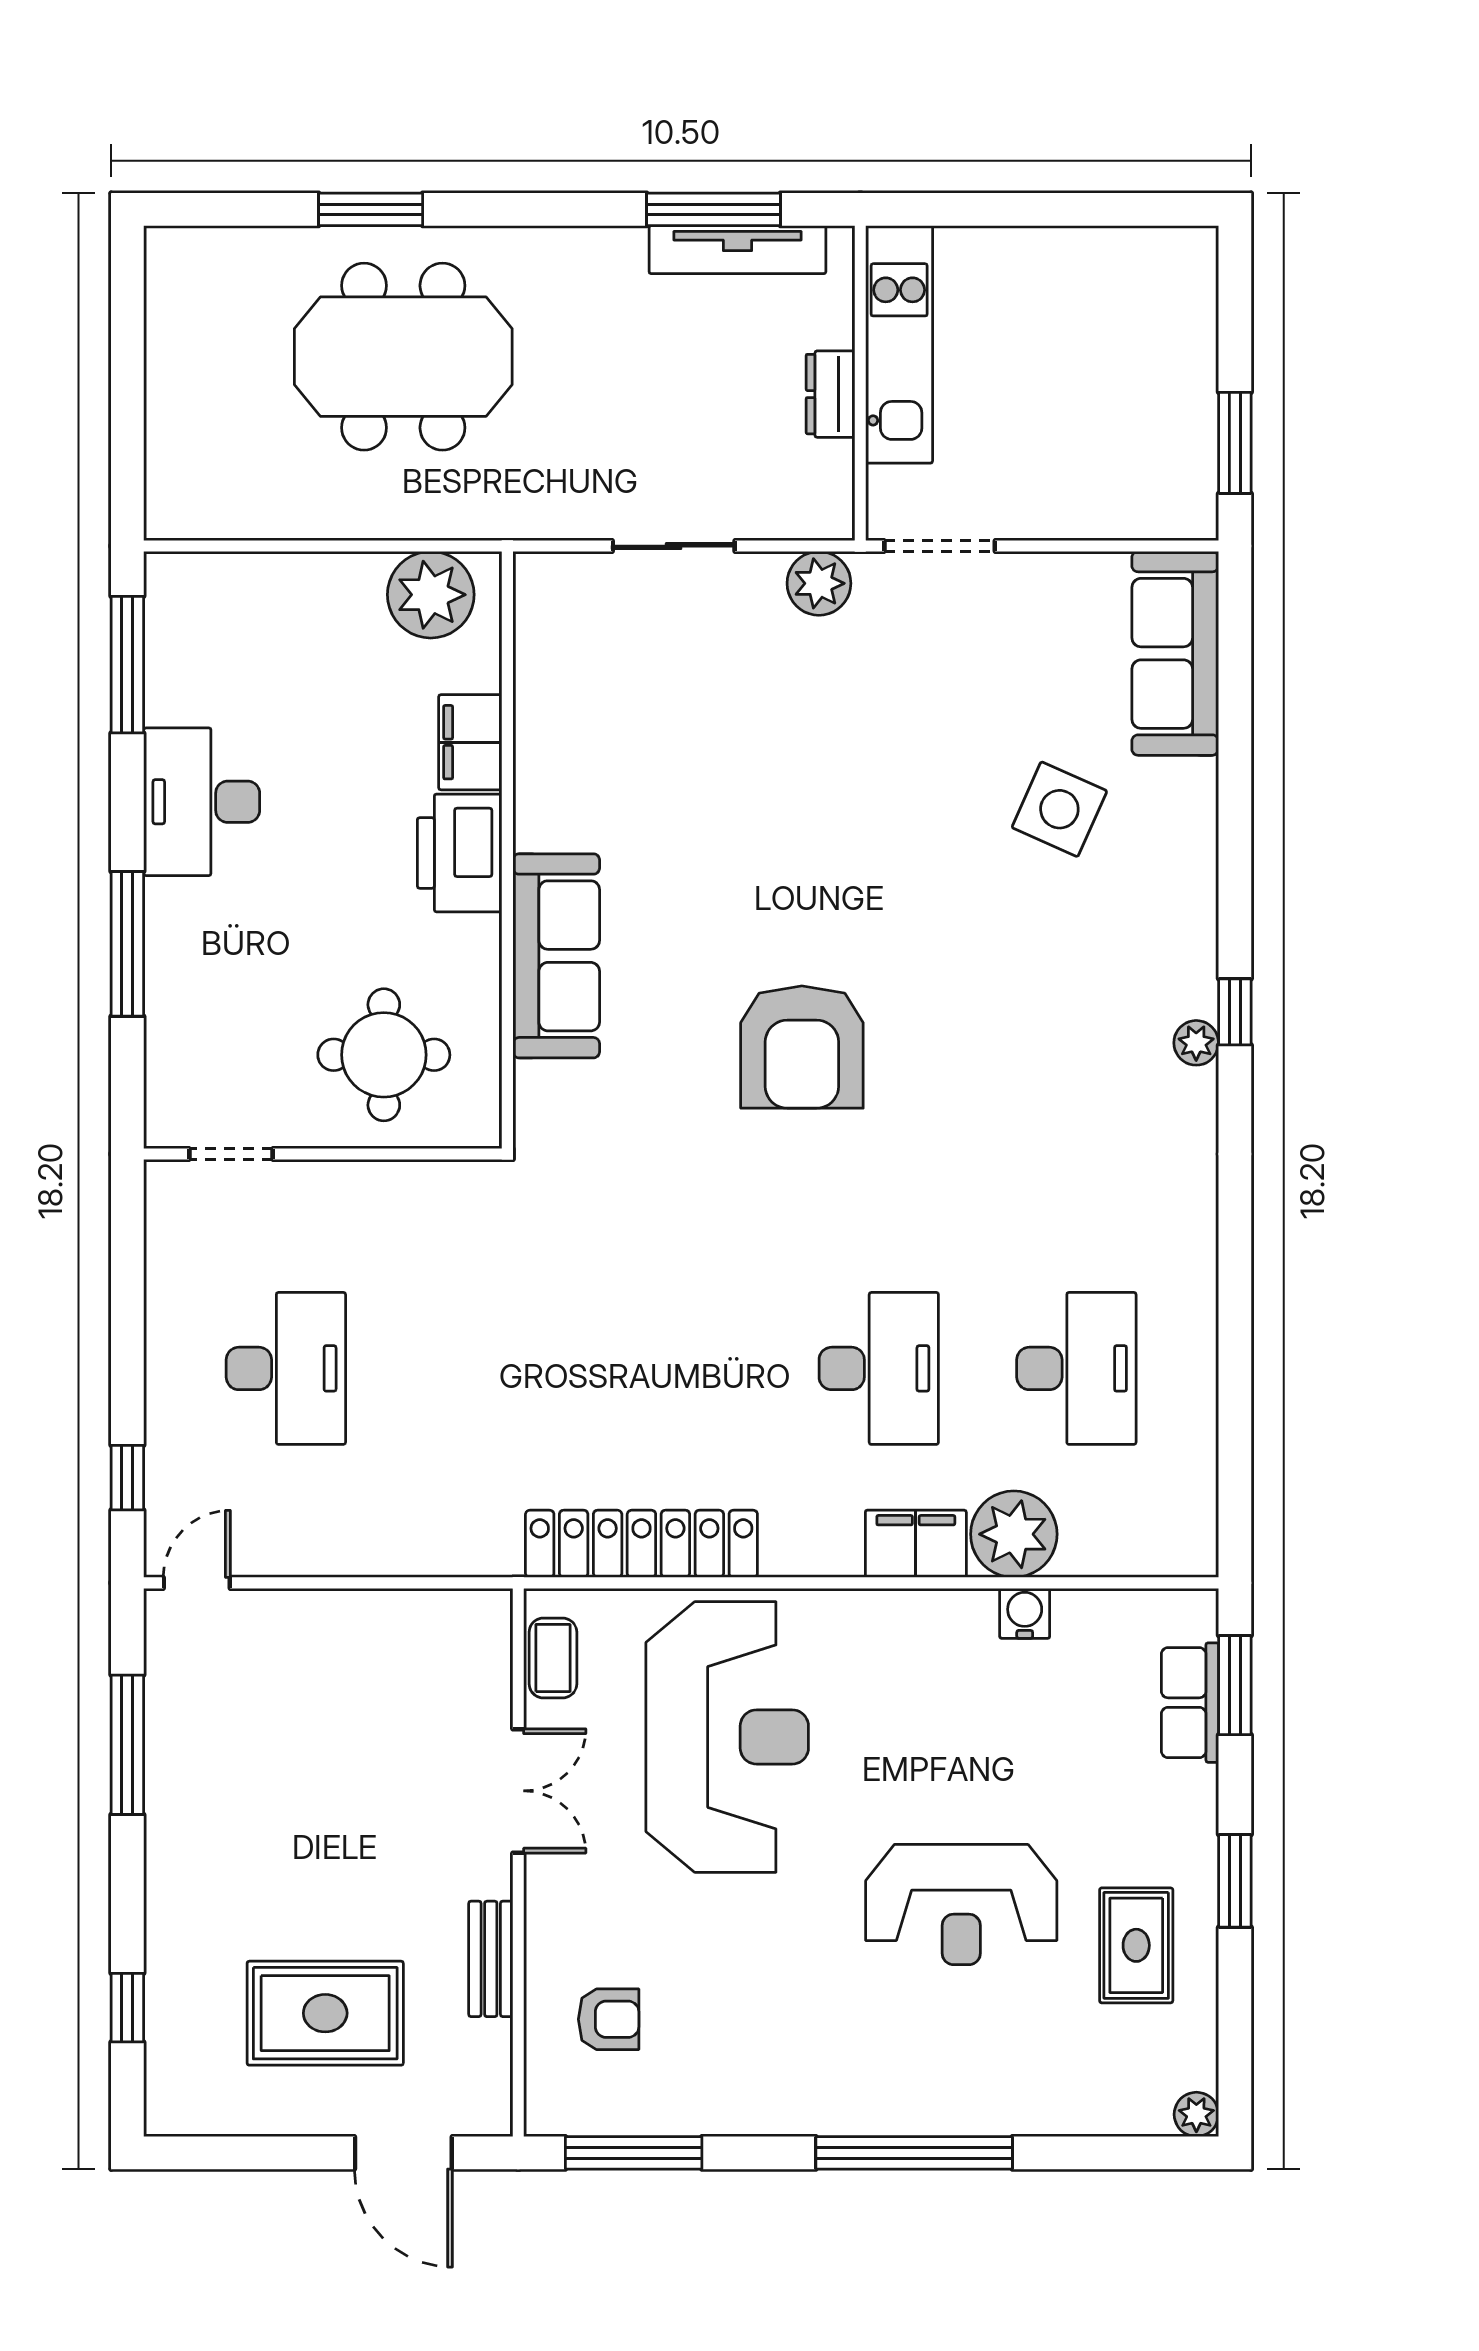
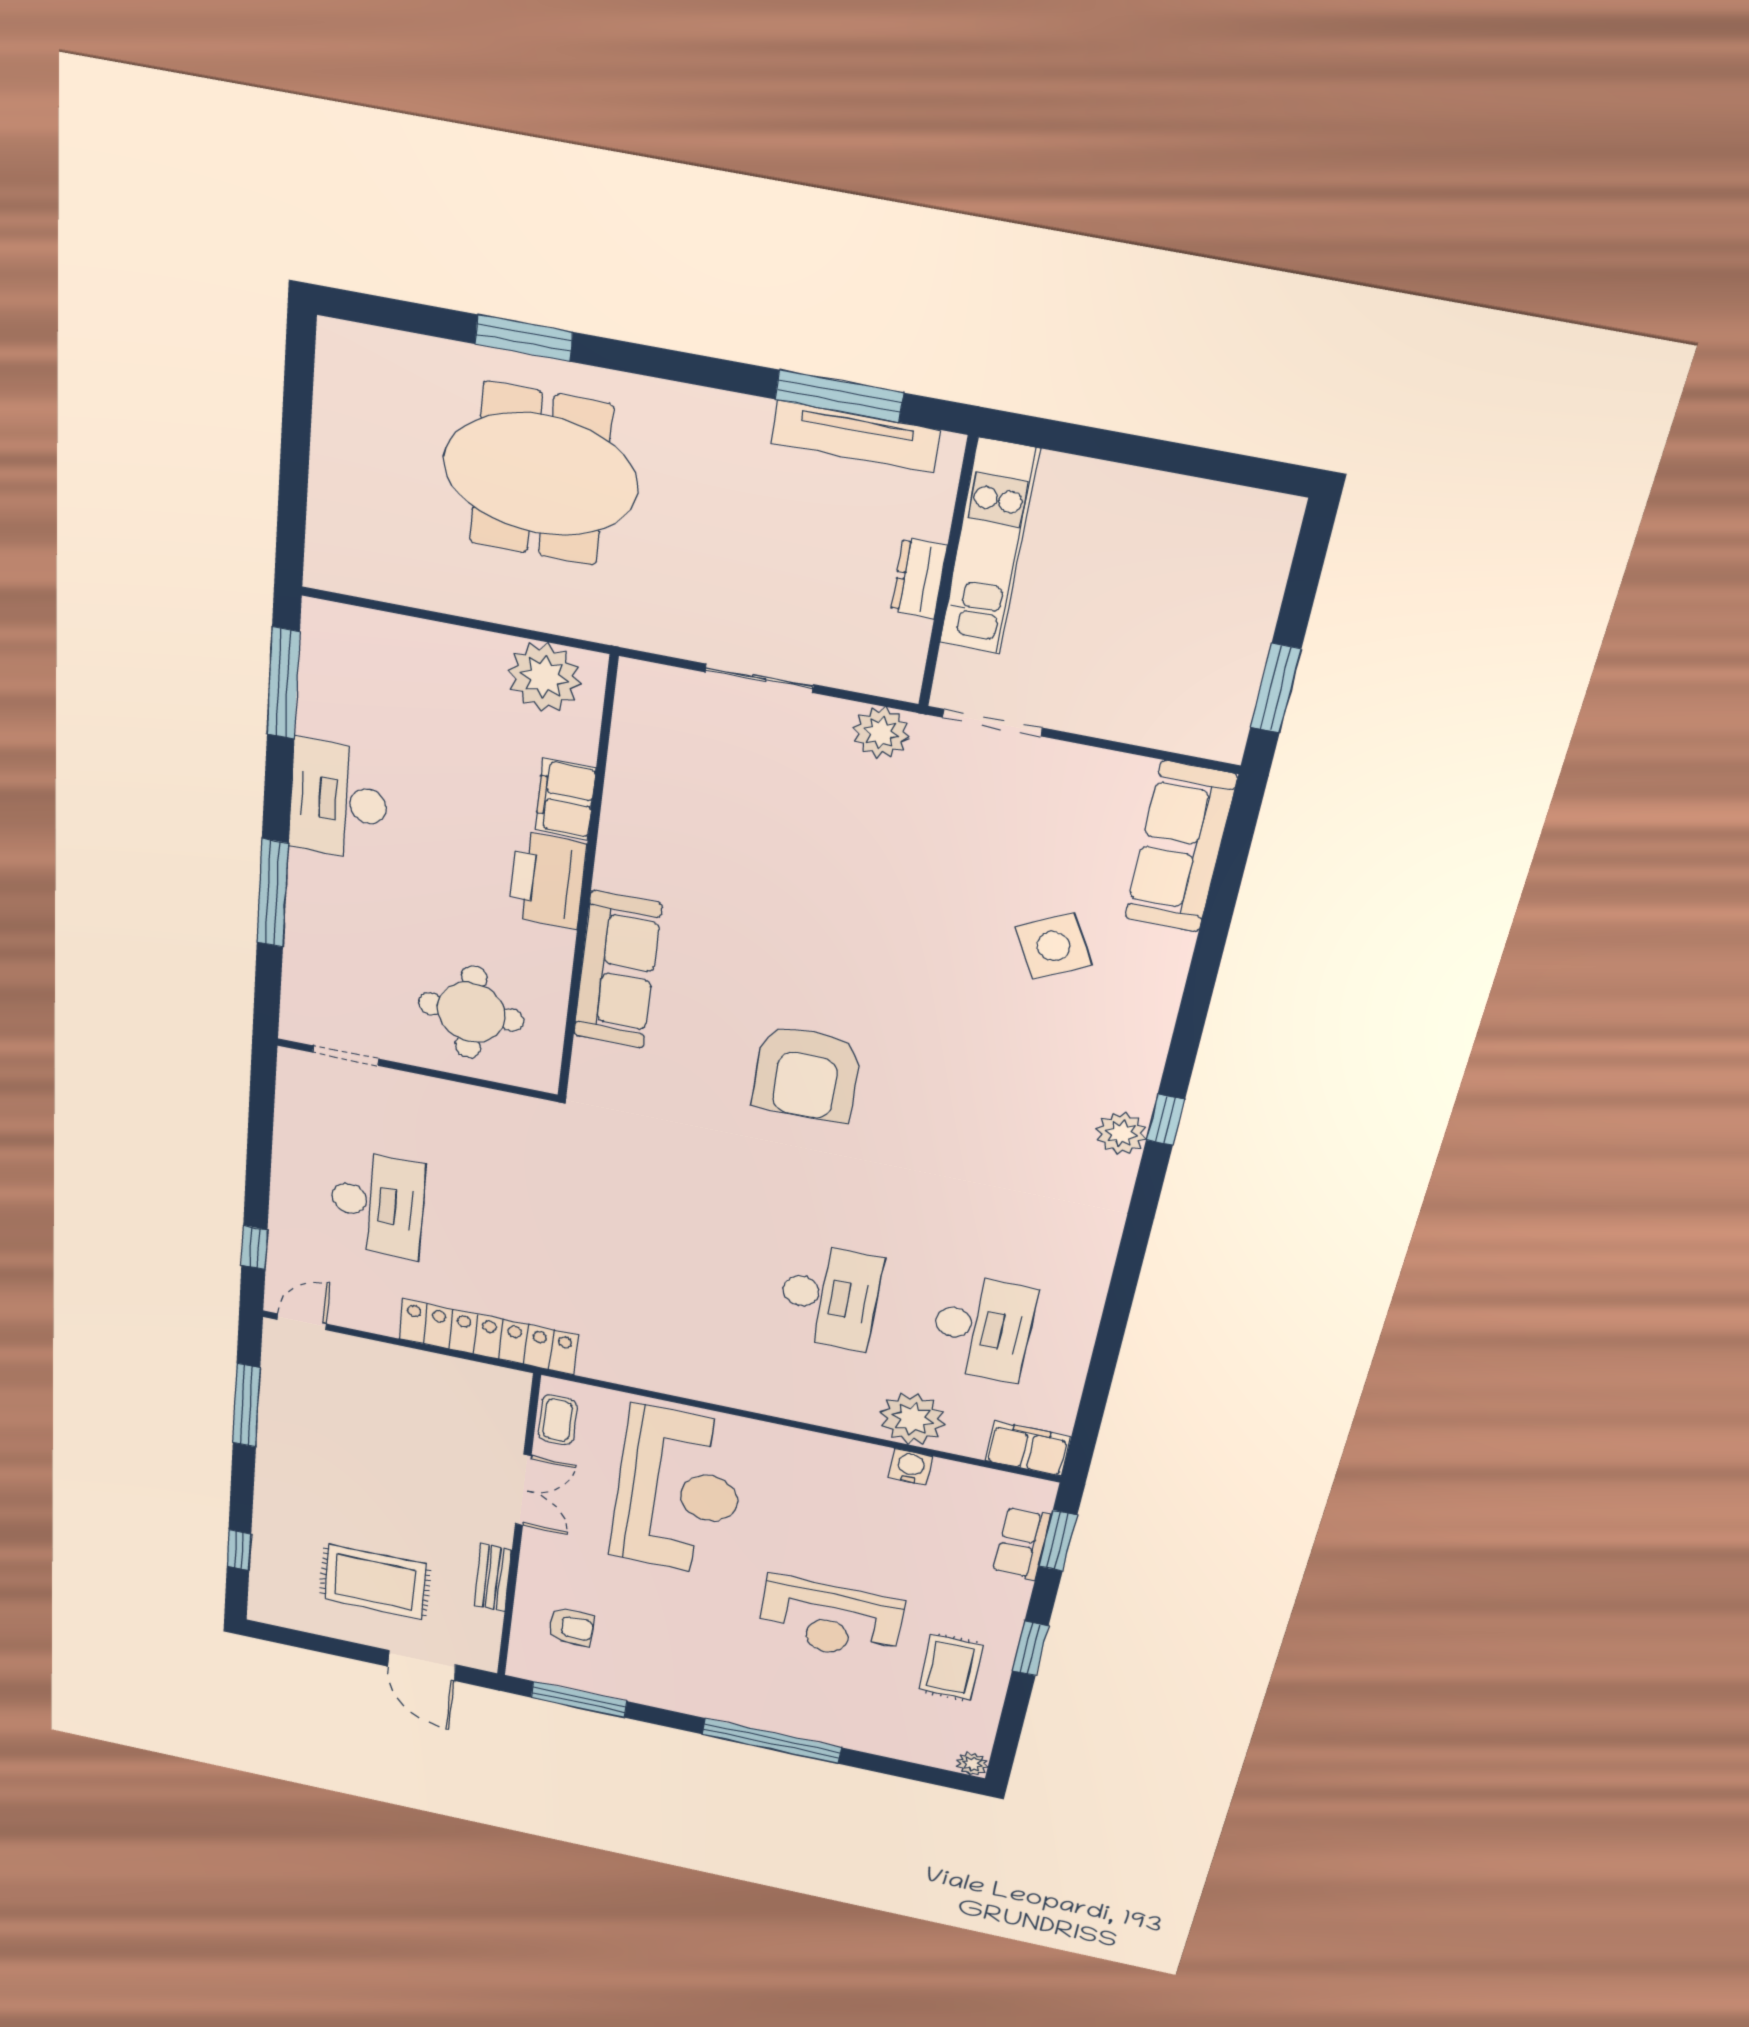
side table: (1059, 809) -> (1053, 946), turned 38
plant: (1196, 1043) -> (1121, 1133), width x1.38, depth x1.38
locker: (641, 1544) -> (488, 1337), moved
filing cabinet: (916, 1544) -> (1028, 1449), moved

